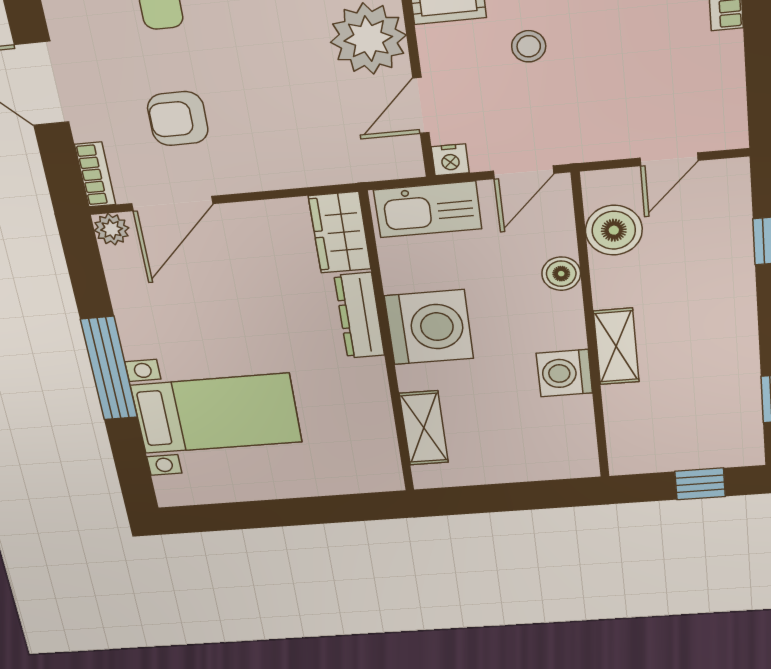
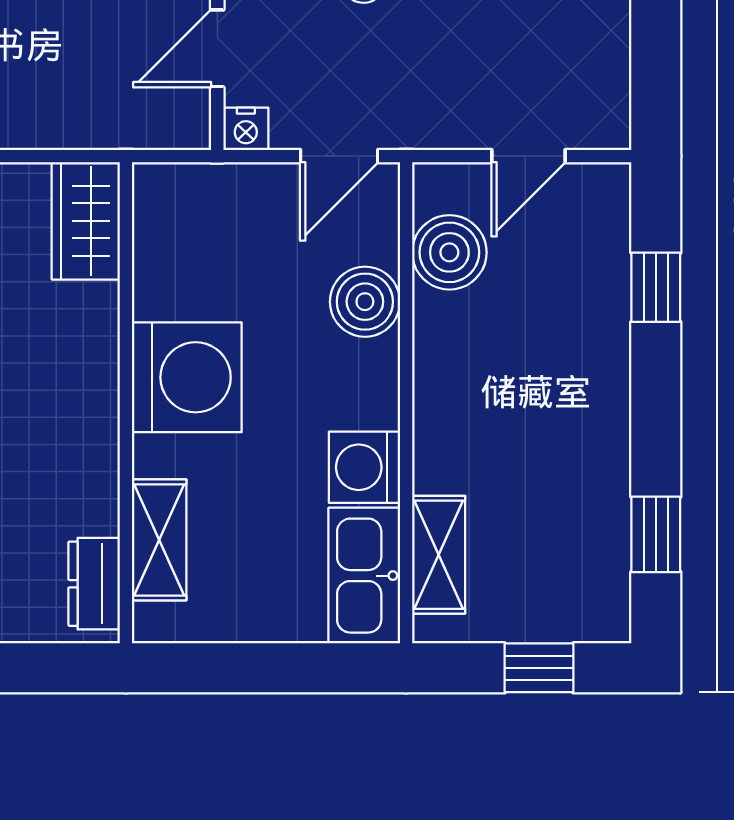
kitchen sink: (428, 209) -> (364, 576), moved, turned 90
boiler: (561, 274) -> (365, 302), width x1.36, depth x1.36
dresser: (359, 316) -> (94, 584), moved, width x0.70
shelving: (616, 347) -> (439, 555), moved

